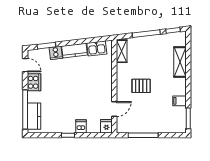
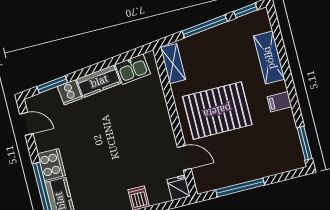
cooker: (34, 82) -> (51, 165), moved
pallet: (141, 86) -> (217, 111), width x2.05, depth x2.00
filing cabinet: (180, 101) -> (279, 102), moved
door: (114, 109) -> (184, 158), hinge flipped

